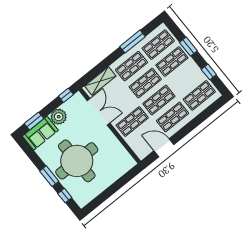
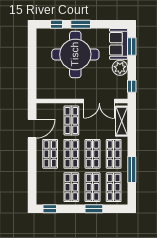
window: (209, 72) -> (50, 209), moved
shop shelf: (199, 95) -> (71, 187), moved

